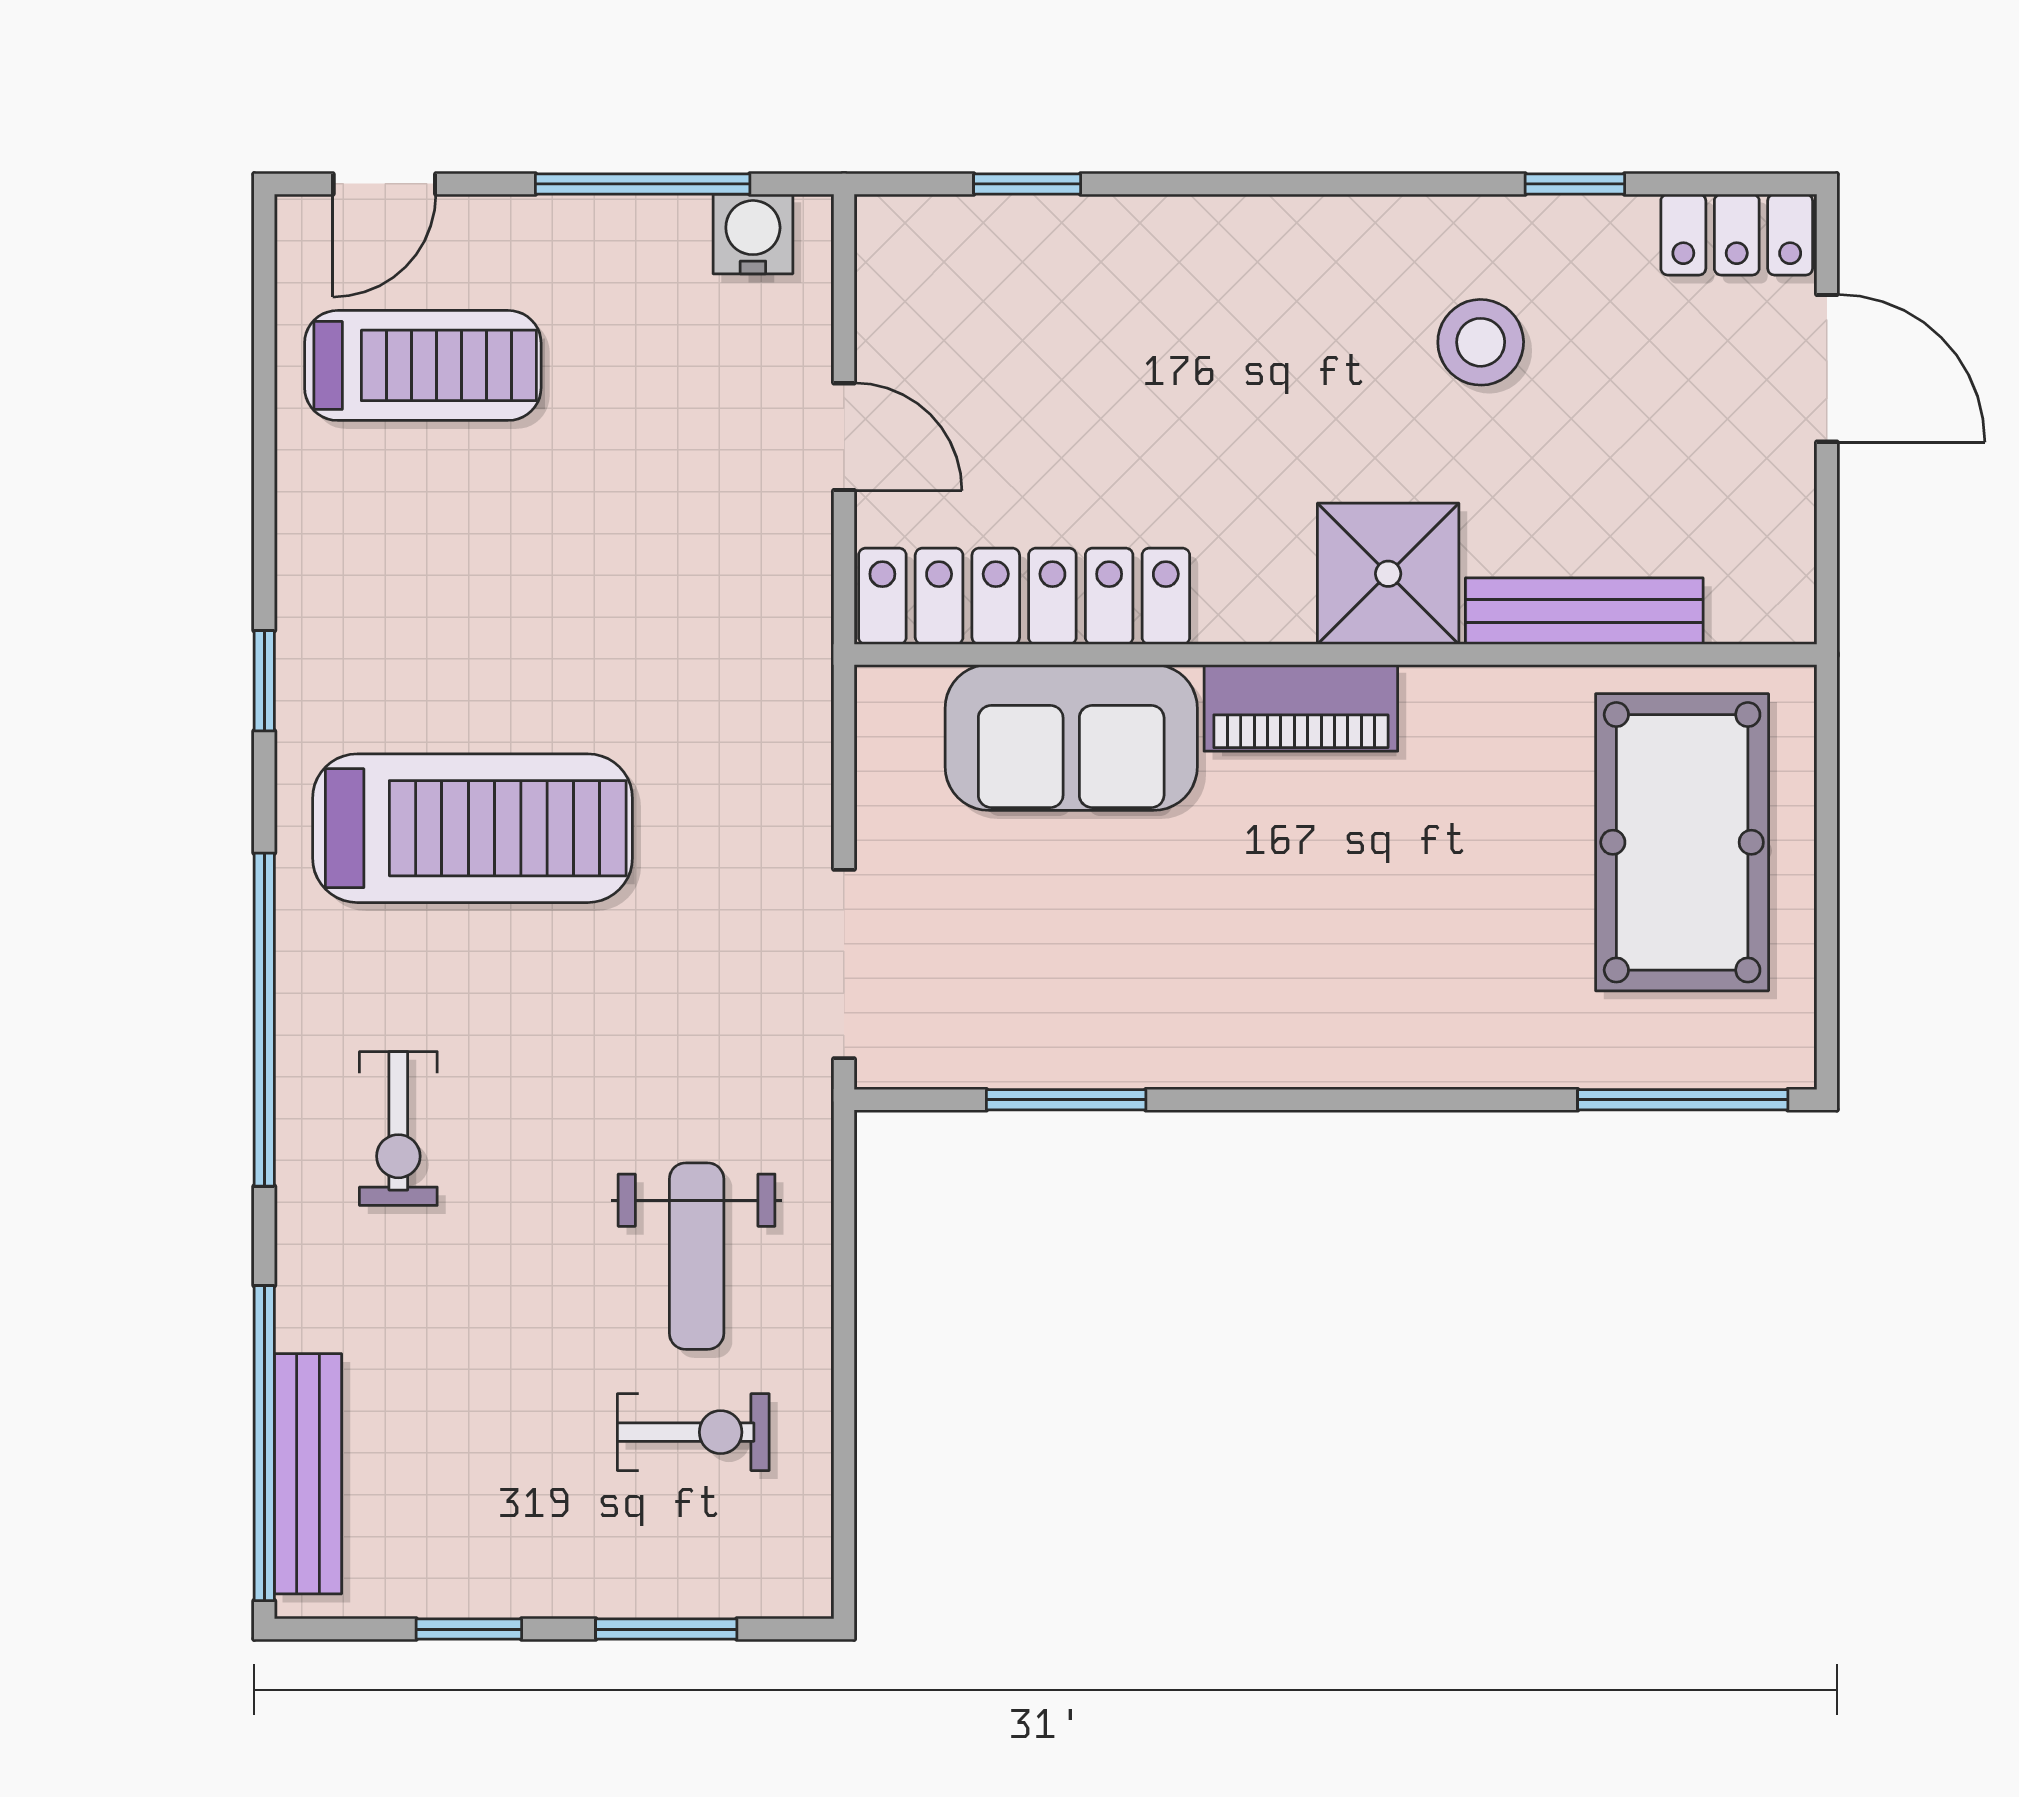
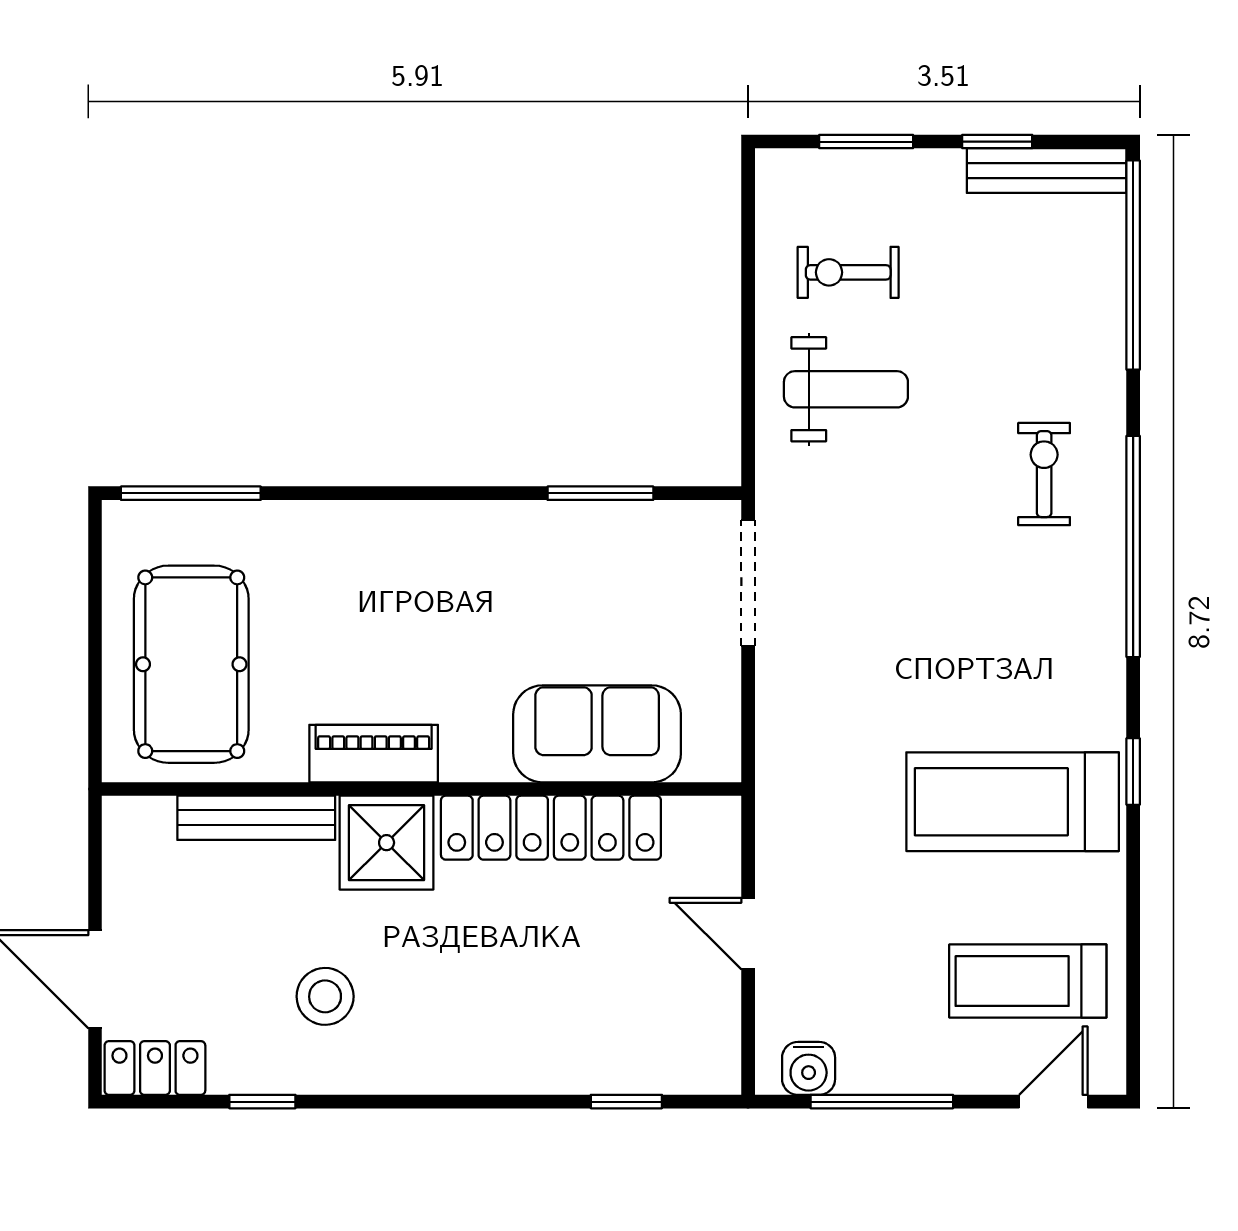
locker: (1024, 596) -> (551, 828), moved
piano: (1301, 708) -> (374, 754), moved
treadmill: (473, 828) -> (1013, 802), moved
weight bench: (697, 1256) -> (846, 389), turned 90
bench: (308, 1474) -> (1047, 171), moved, turned 90

